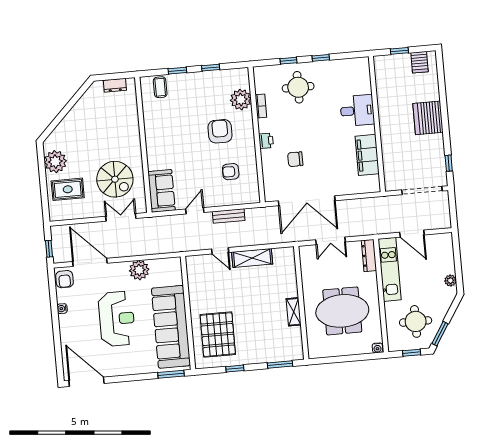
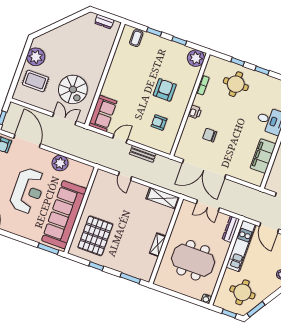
plant: (241, 100) -> (196, 58), moved
shelving: (252, 258) -> (163, 198), moved

